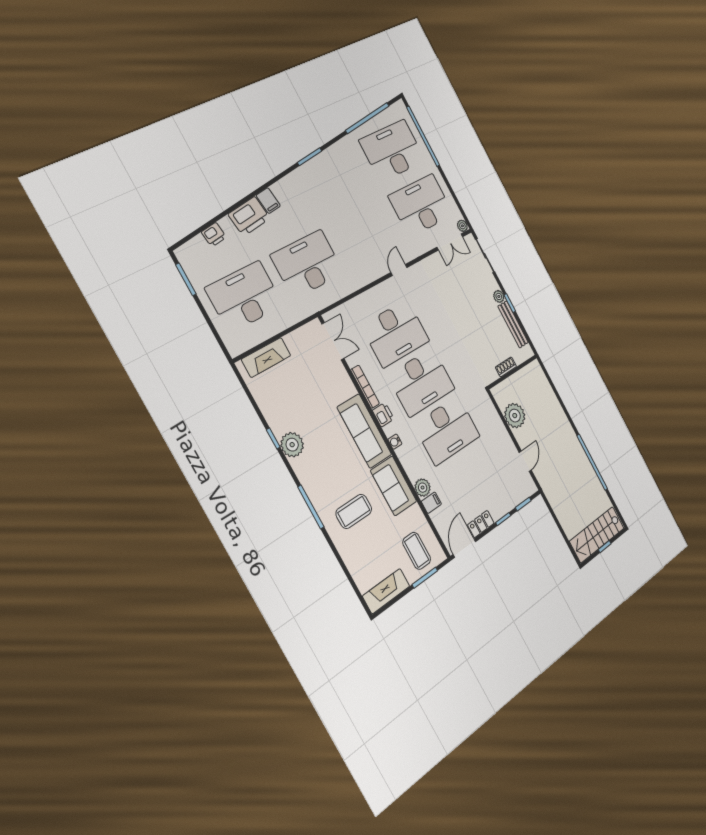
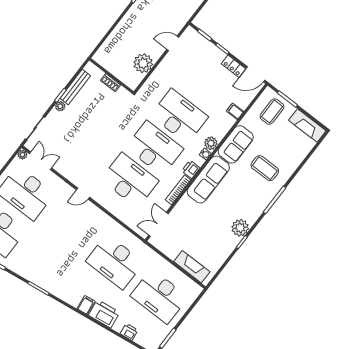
plant: (423, 488) -> (211, 143), moved

